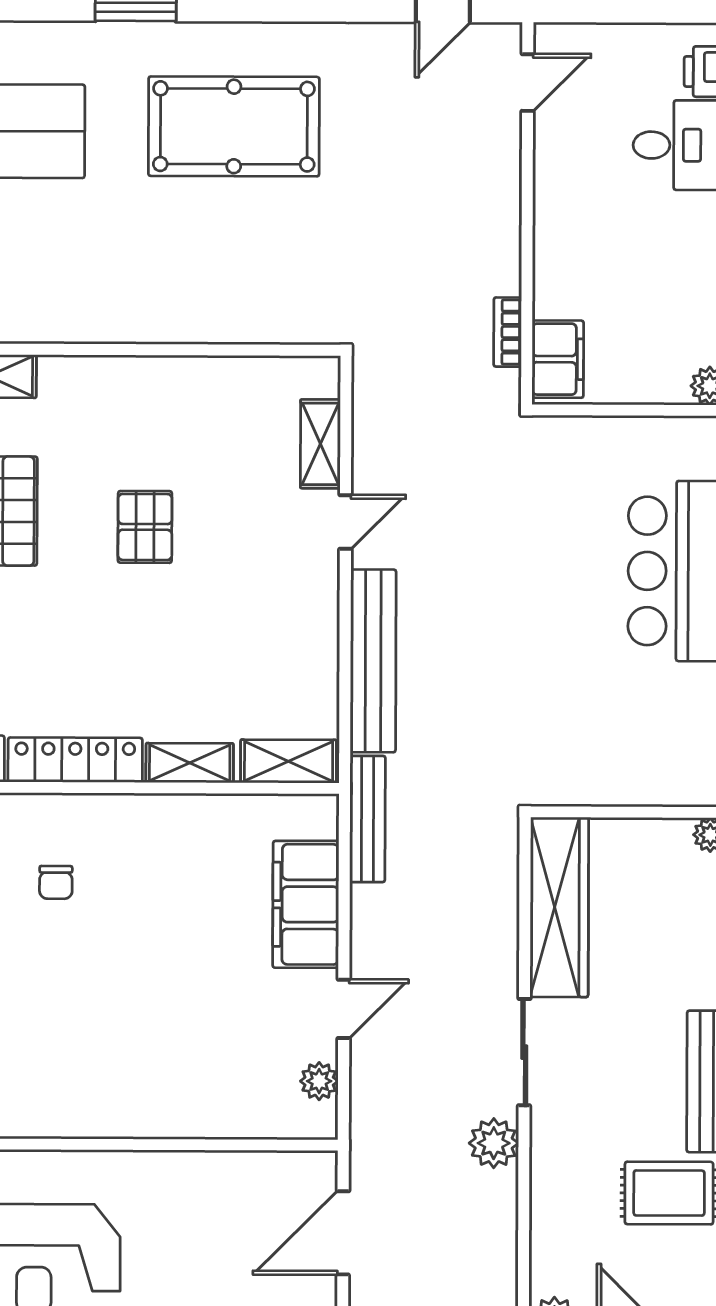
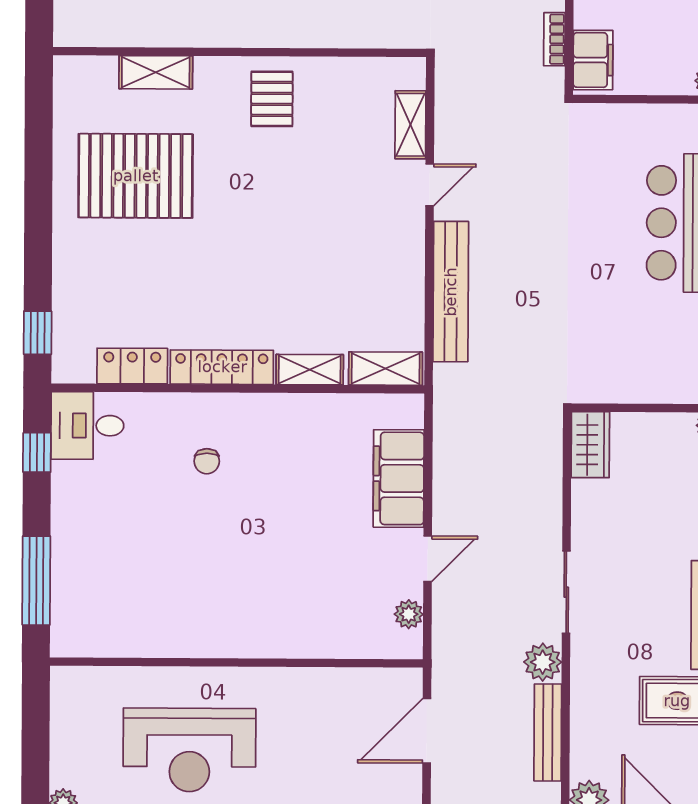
pallet: (145, 527) -> (272, 99), moved
bench: (368, 819) -> (548, 732), moved
wardrobe: (559, 907) -> (590, 445), width x0.48, depth x0.85

